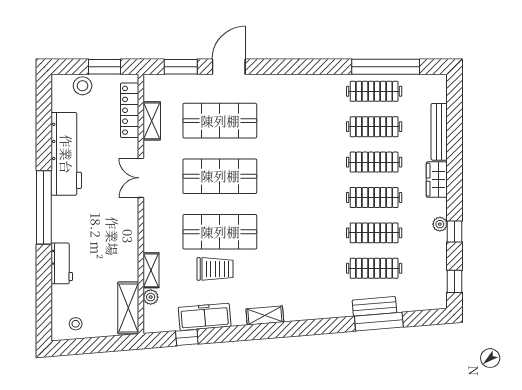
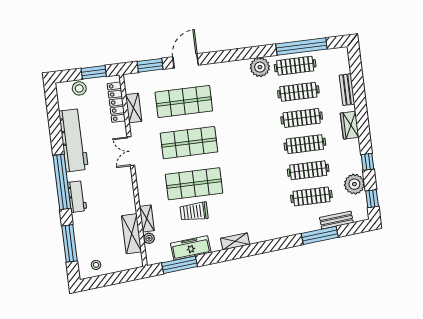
plant: (327, 87) -> (260, 67), added
bench: (439, 132) -> (347, 90), width x0.73
plant: (440, 224) -> (354, 184), moved, width x1.88, depth x1.88
workbench: (62, 263) -> (77, 197), moved
trolley: (215, 269) -> (194, 212), turned 180
window: (44, 291) -> (70, 243), added
bench: (374, 306) -> (336, 220), moved
shelving: (128, 308) -> (132, 234), moved
window: (187, 337) -> (179, 265), width x2.17

